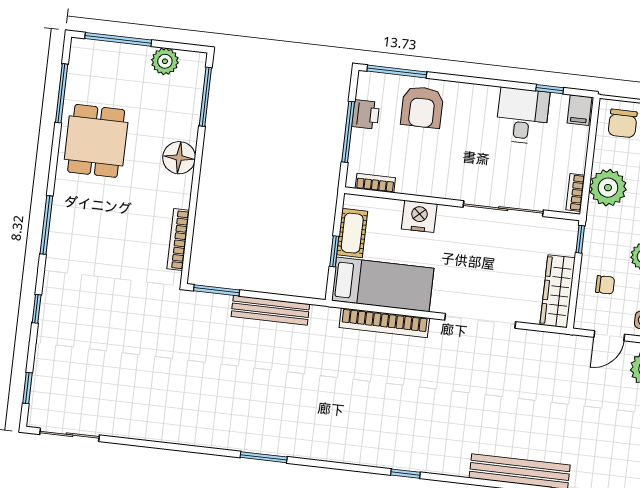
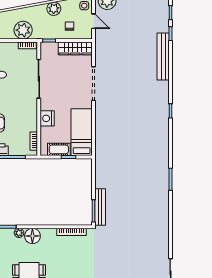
plant: (189, 131) -> (19, 233), added
bench: (270, 310) -> (100, 207), moved
bookcase: (384, 323) -> (100, 129), removed

